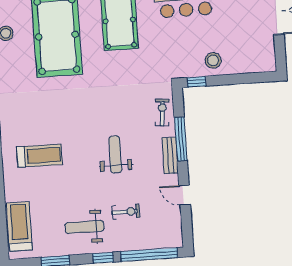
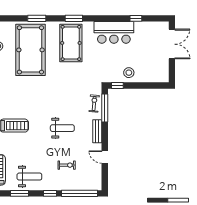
window: (181, 139) -> (105, 108), moved
weight bench: (115, 154) -> (62, 128), turned 90
weight bench: (85, 227) -> (29, 177), moved, turned 180

